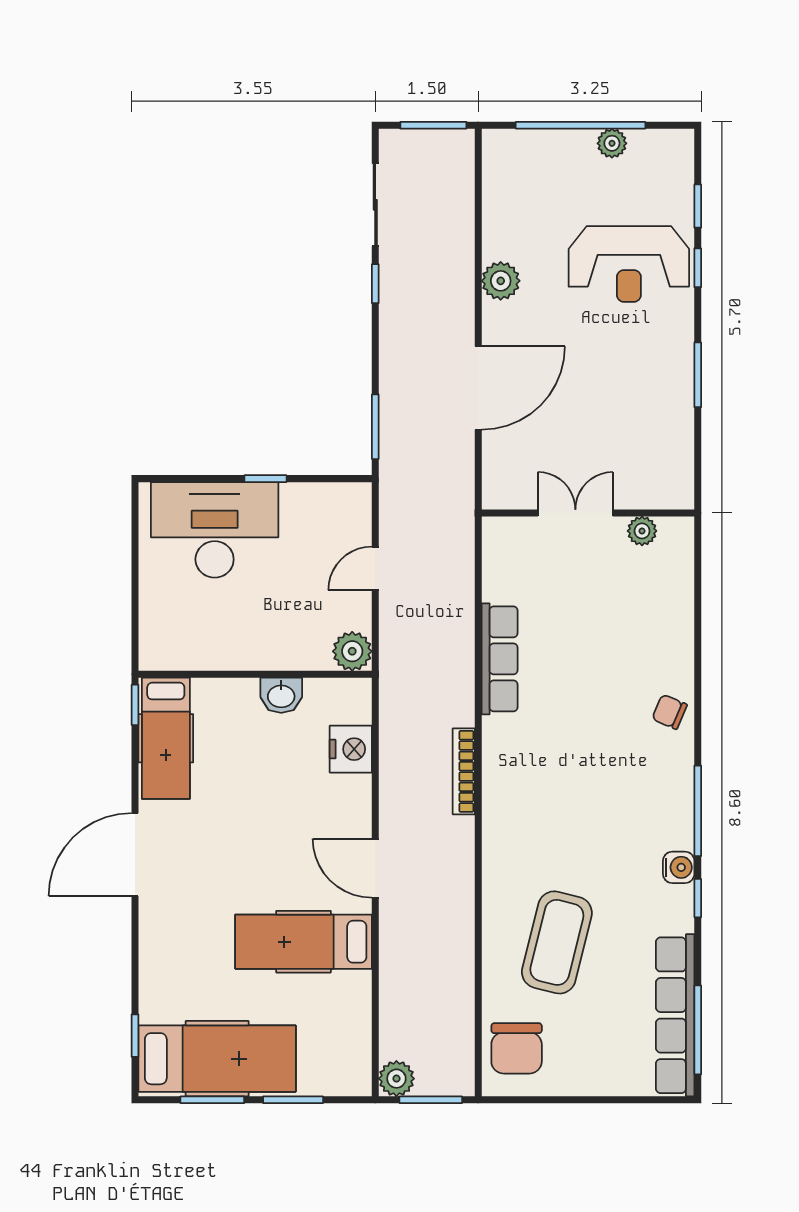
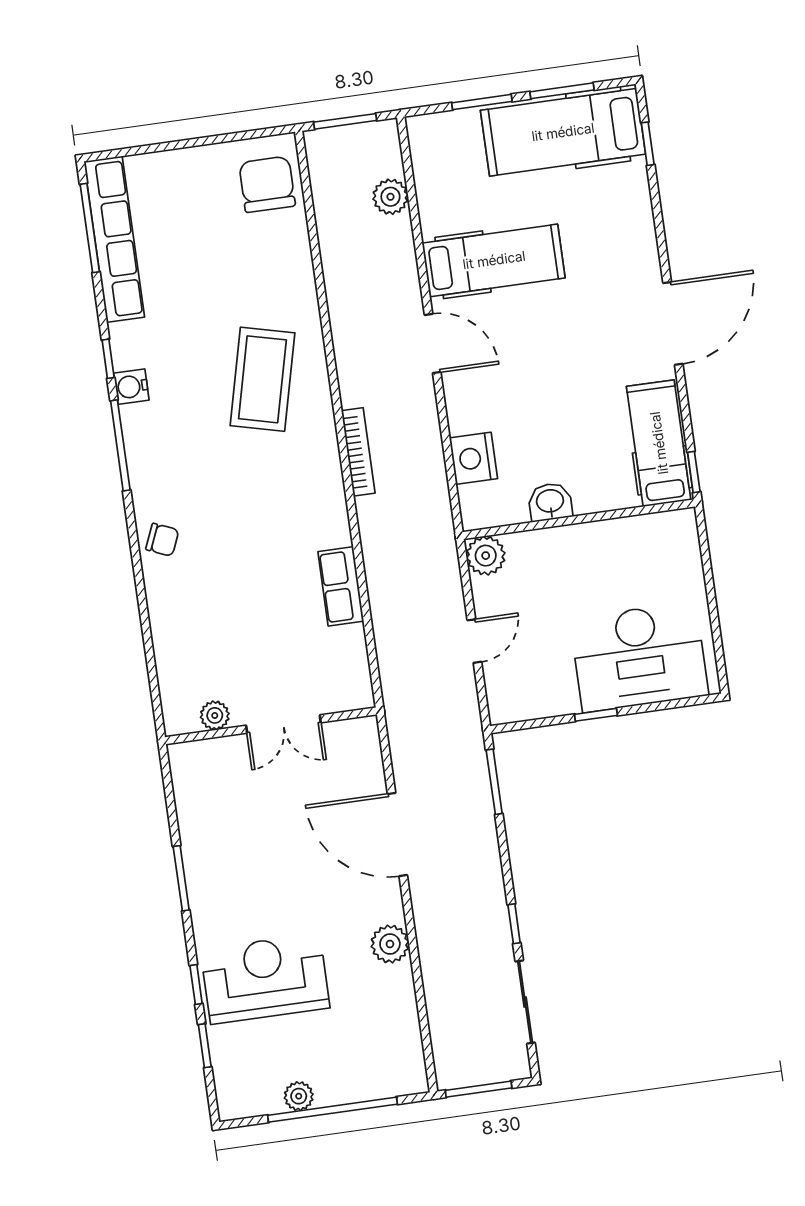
door: (478, 388) -> (397, 834), hinge flipped
row of seats: (500, 659) -> (341, 586), width x0.68
coffee table: (557, 942) -> (262, 379), moved
plant: (396, 1079) -> (390, 197), moved

